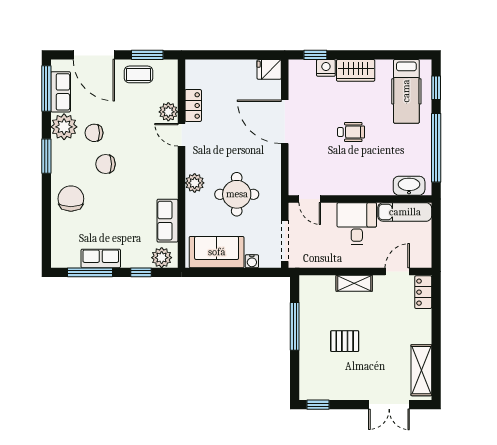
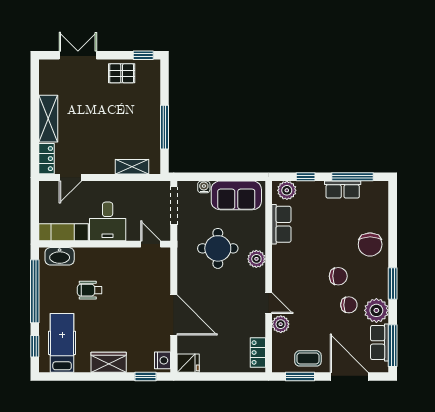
nightstand: (326, 68) -> (163, 360), moved, turned -90
locker: (193, 105) -> (258, 352), moved
wheelchair: (351, 132) -> (90, 290), moved
shelving: (354, 283) -> (132, 167), moved
pallet: (345, 341) -> (122, 73), moved
shelving: (421, 370) -> (48, 119), moved

